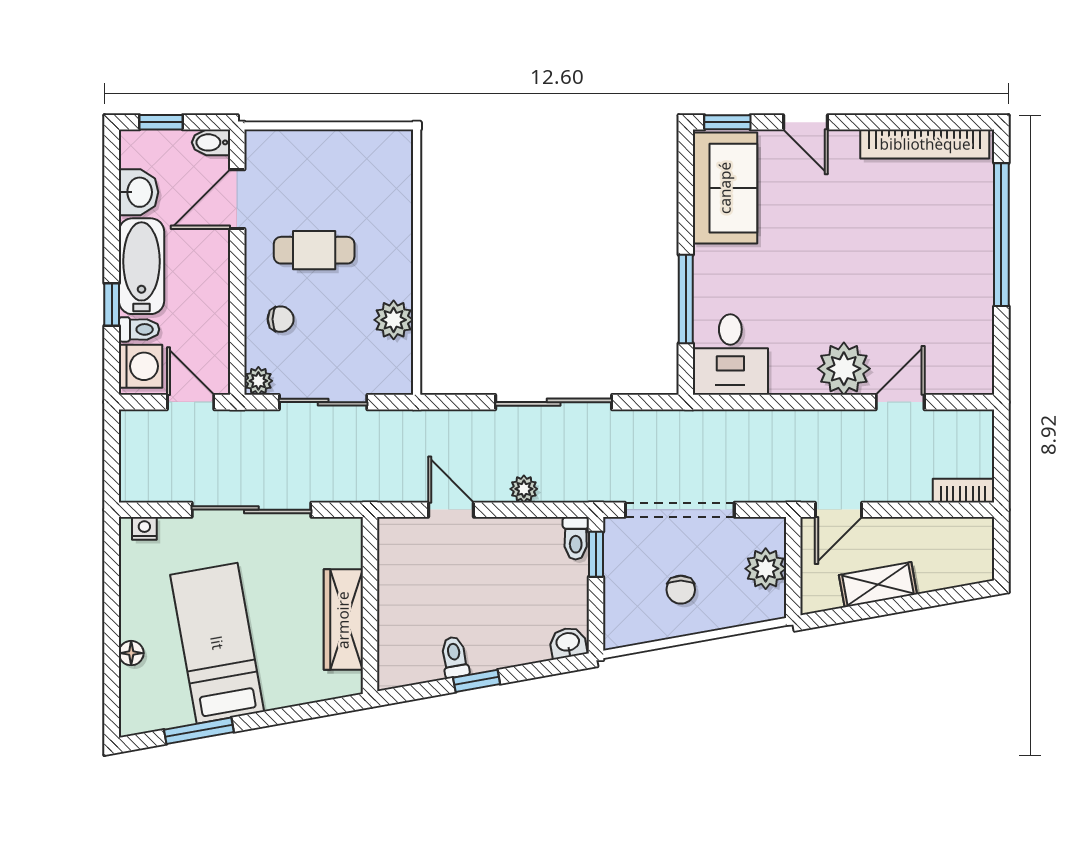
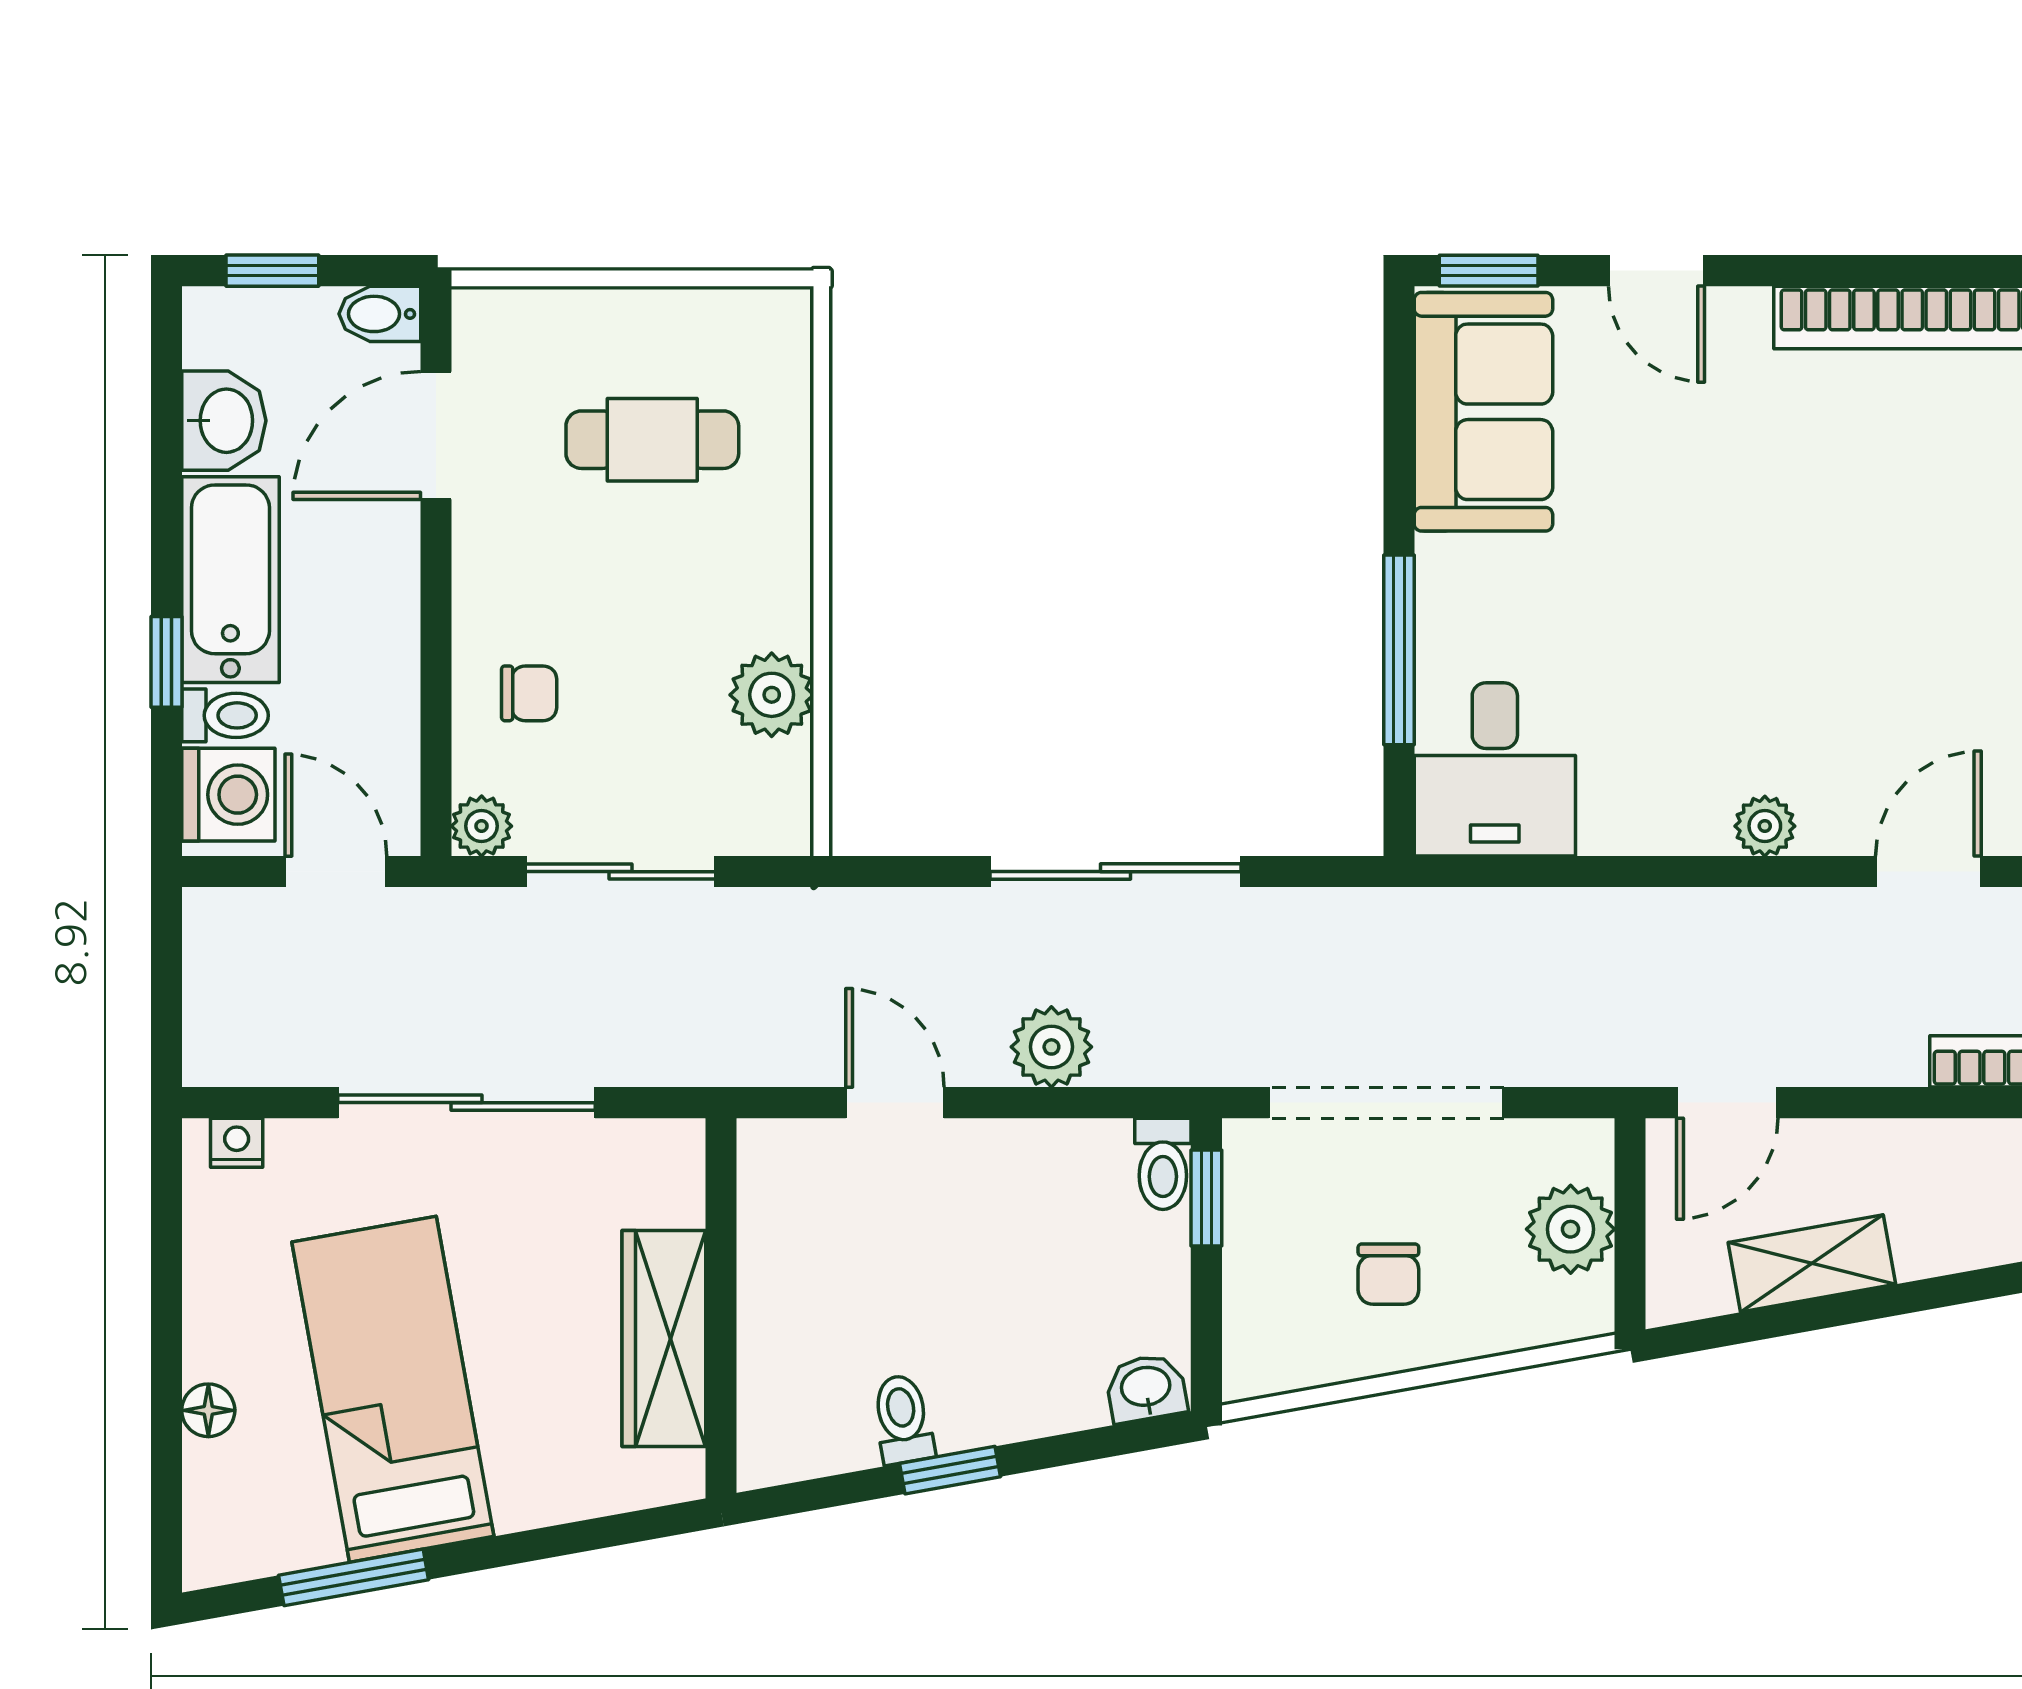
cafe table: (314, 250) -> (652, 440), moved
plant: (844, 369) -> (1765, 826), width x0.53, depth x0.53
door: (900, 402) -> (1928, 872), moved
plant: (524, 489) -> (1051, 1047), width x1.38, depth x1.38

